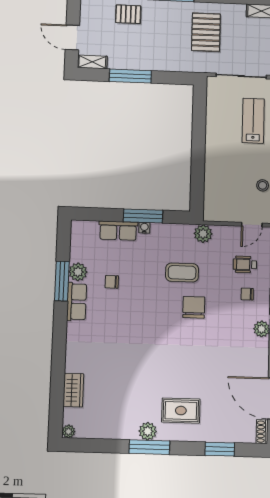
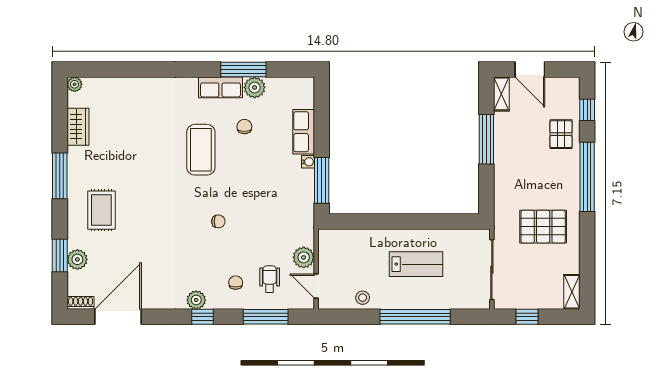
door: (72, 37) -> (530, 70), swing flipped
lab bench: (253, 121) -> (416, 264), moved
window: (143, 216) -> (322, 180), moved
plant: (203, 234) -> (304, 257), moved
coffee table: (182, 273) -> (201, 150), moved, width x1.36, depth x1.32
chair: (194, 307) -> (218, 221), width x0.54, depth x0.54
wardrobe: (73, 390) -> (78, 127), moved, turned -90
plant: (148, 431) -> (77, 259), moved

